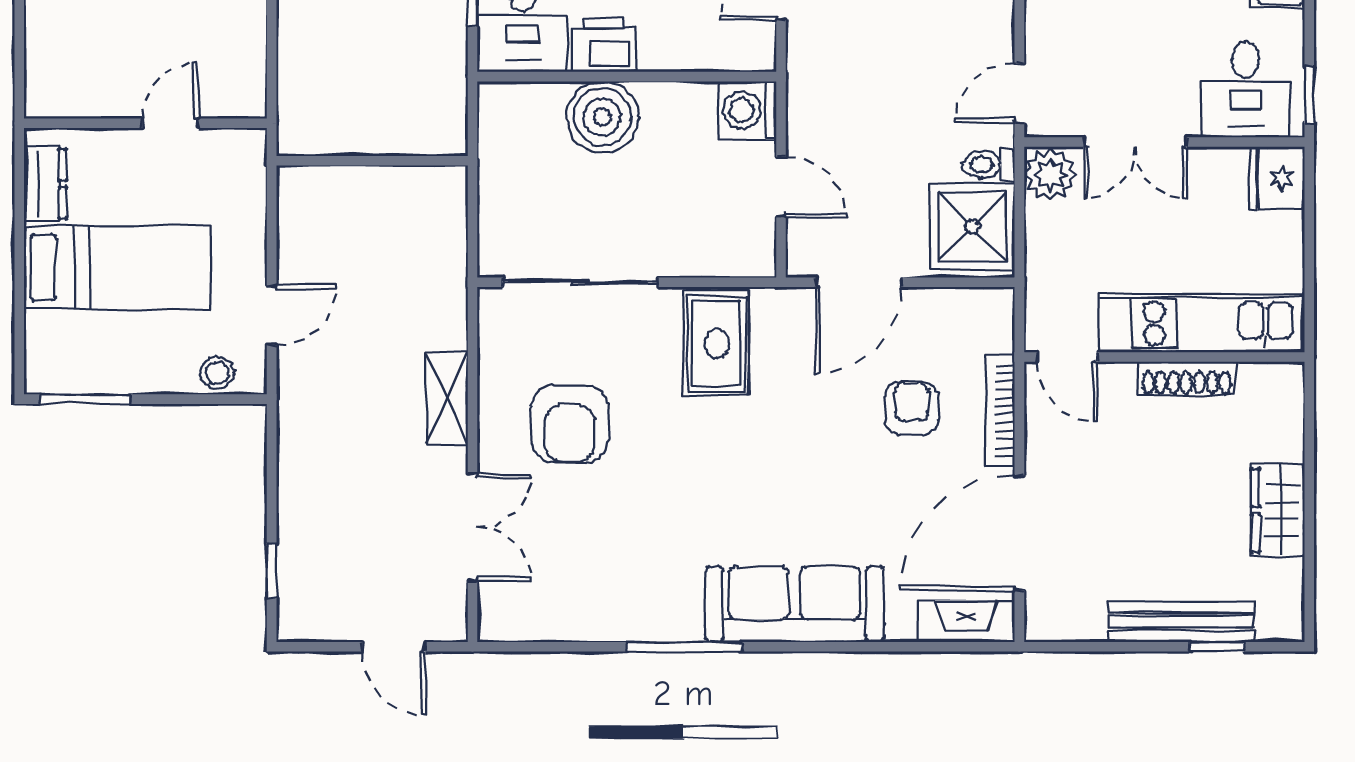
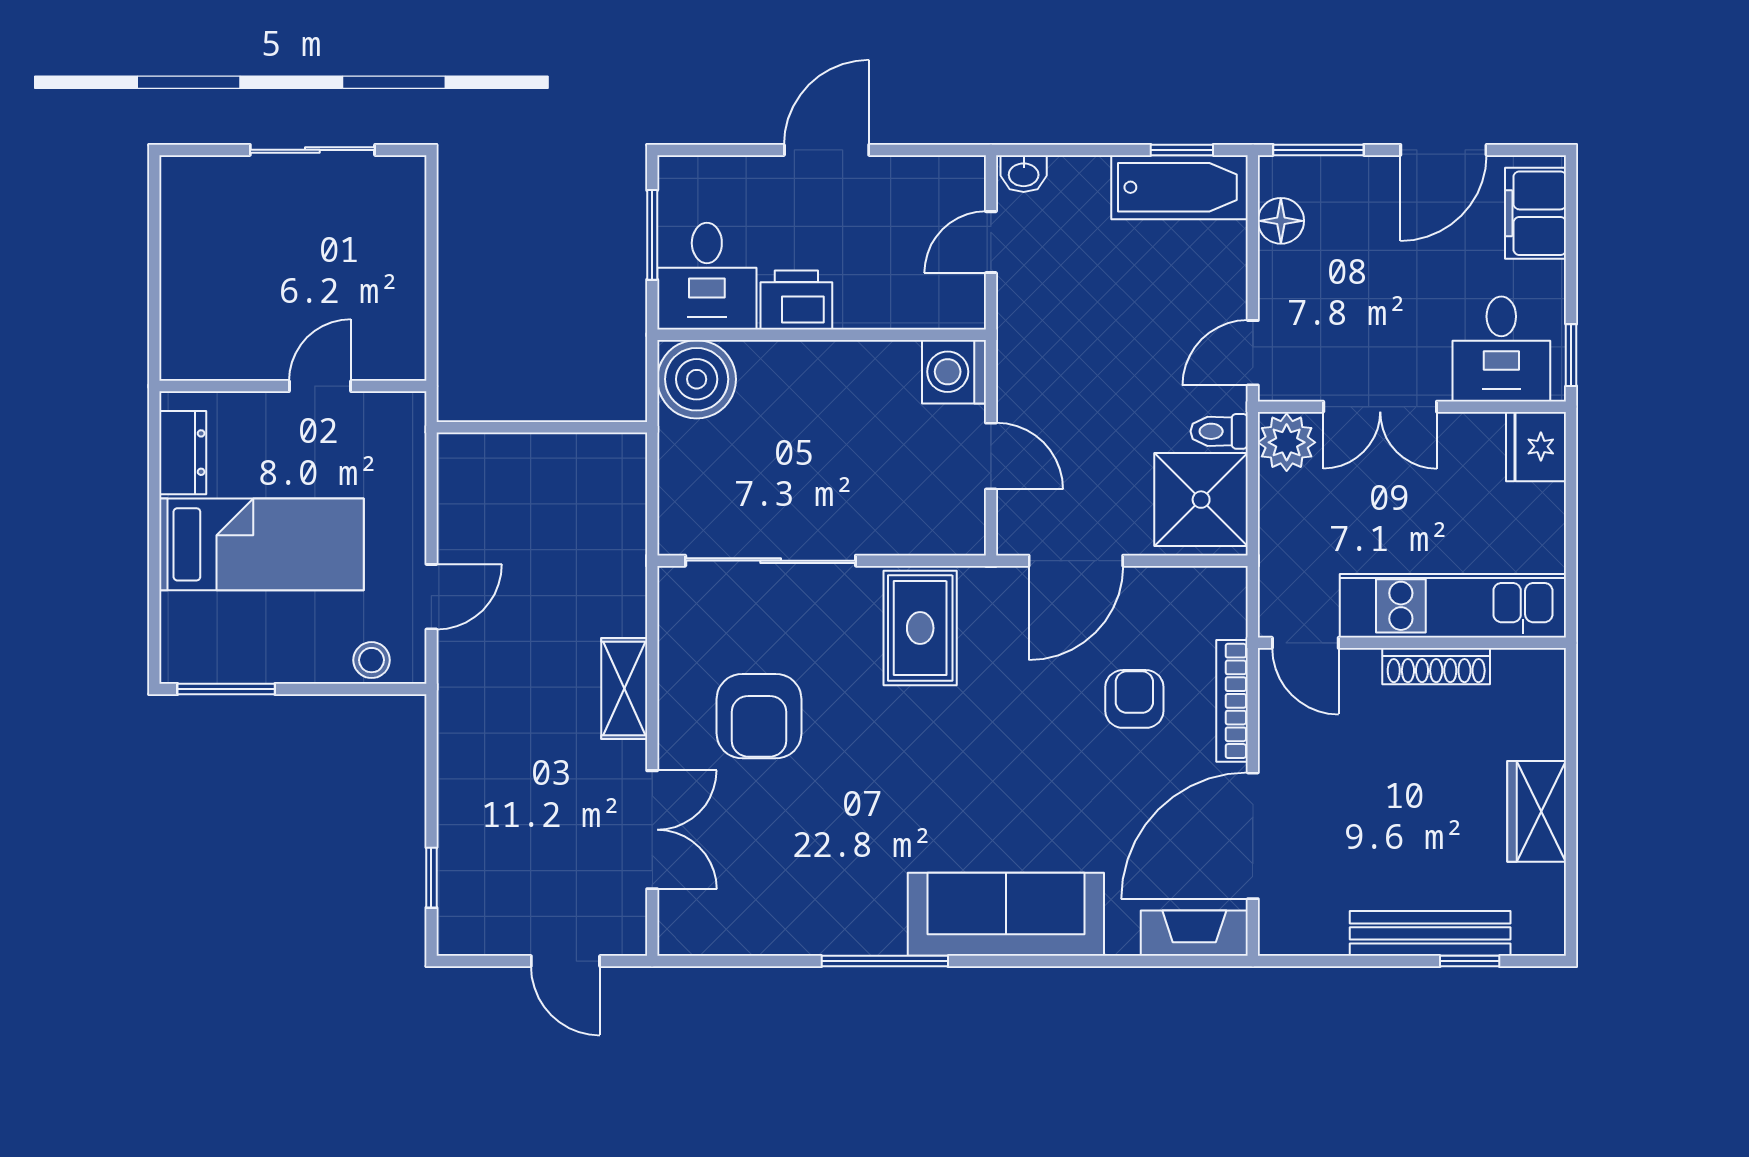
boiler: (602, 117) -> (697, 379), moved

